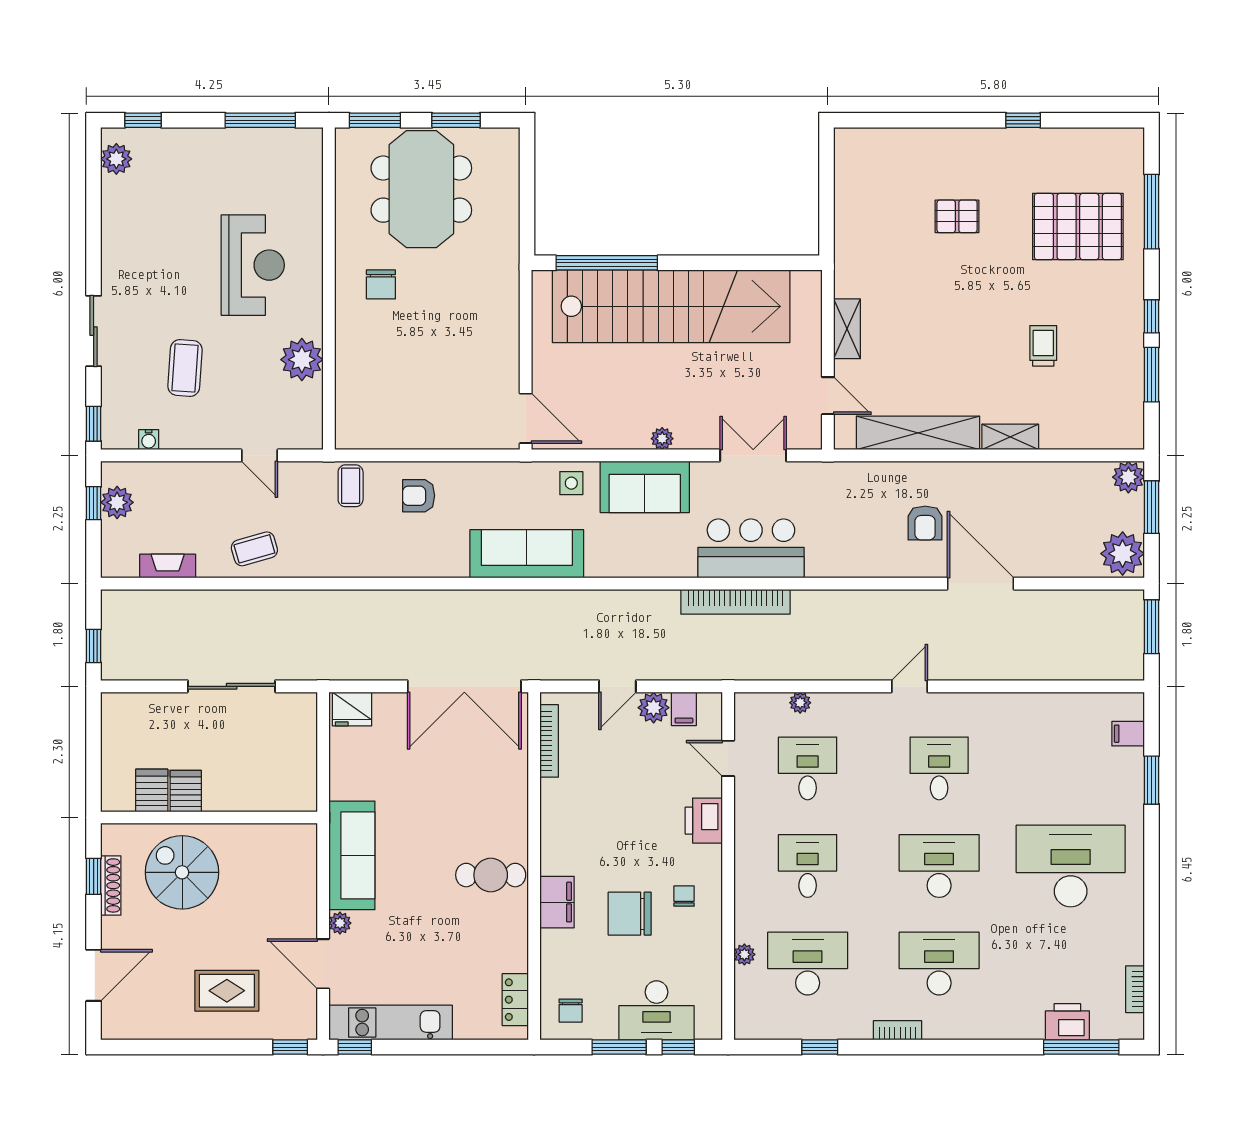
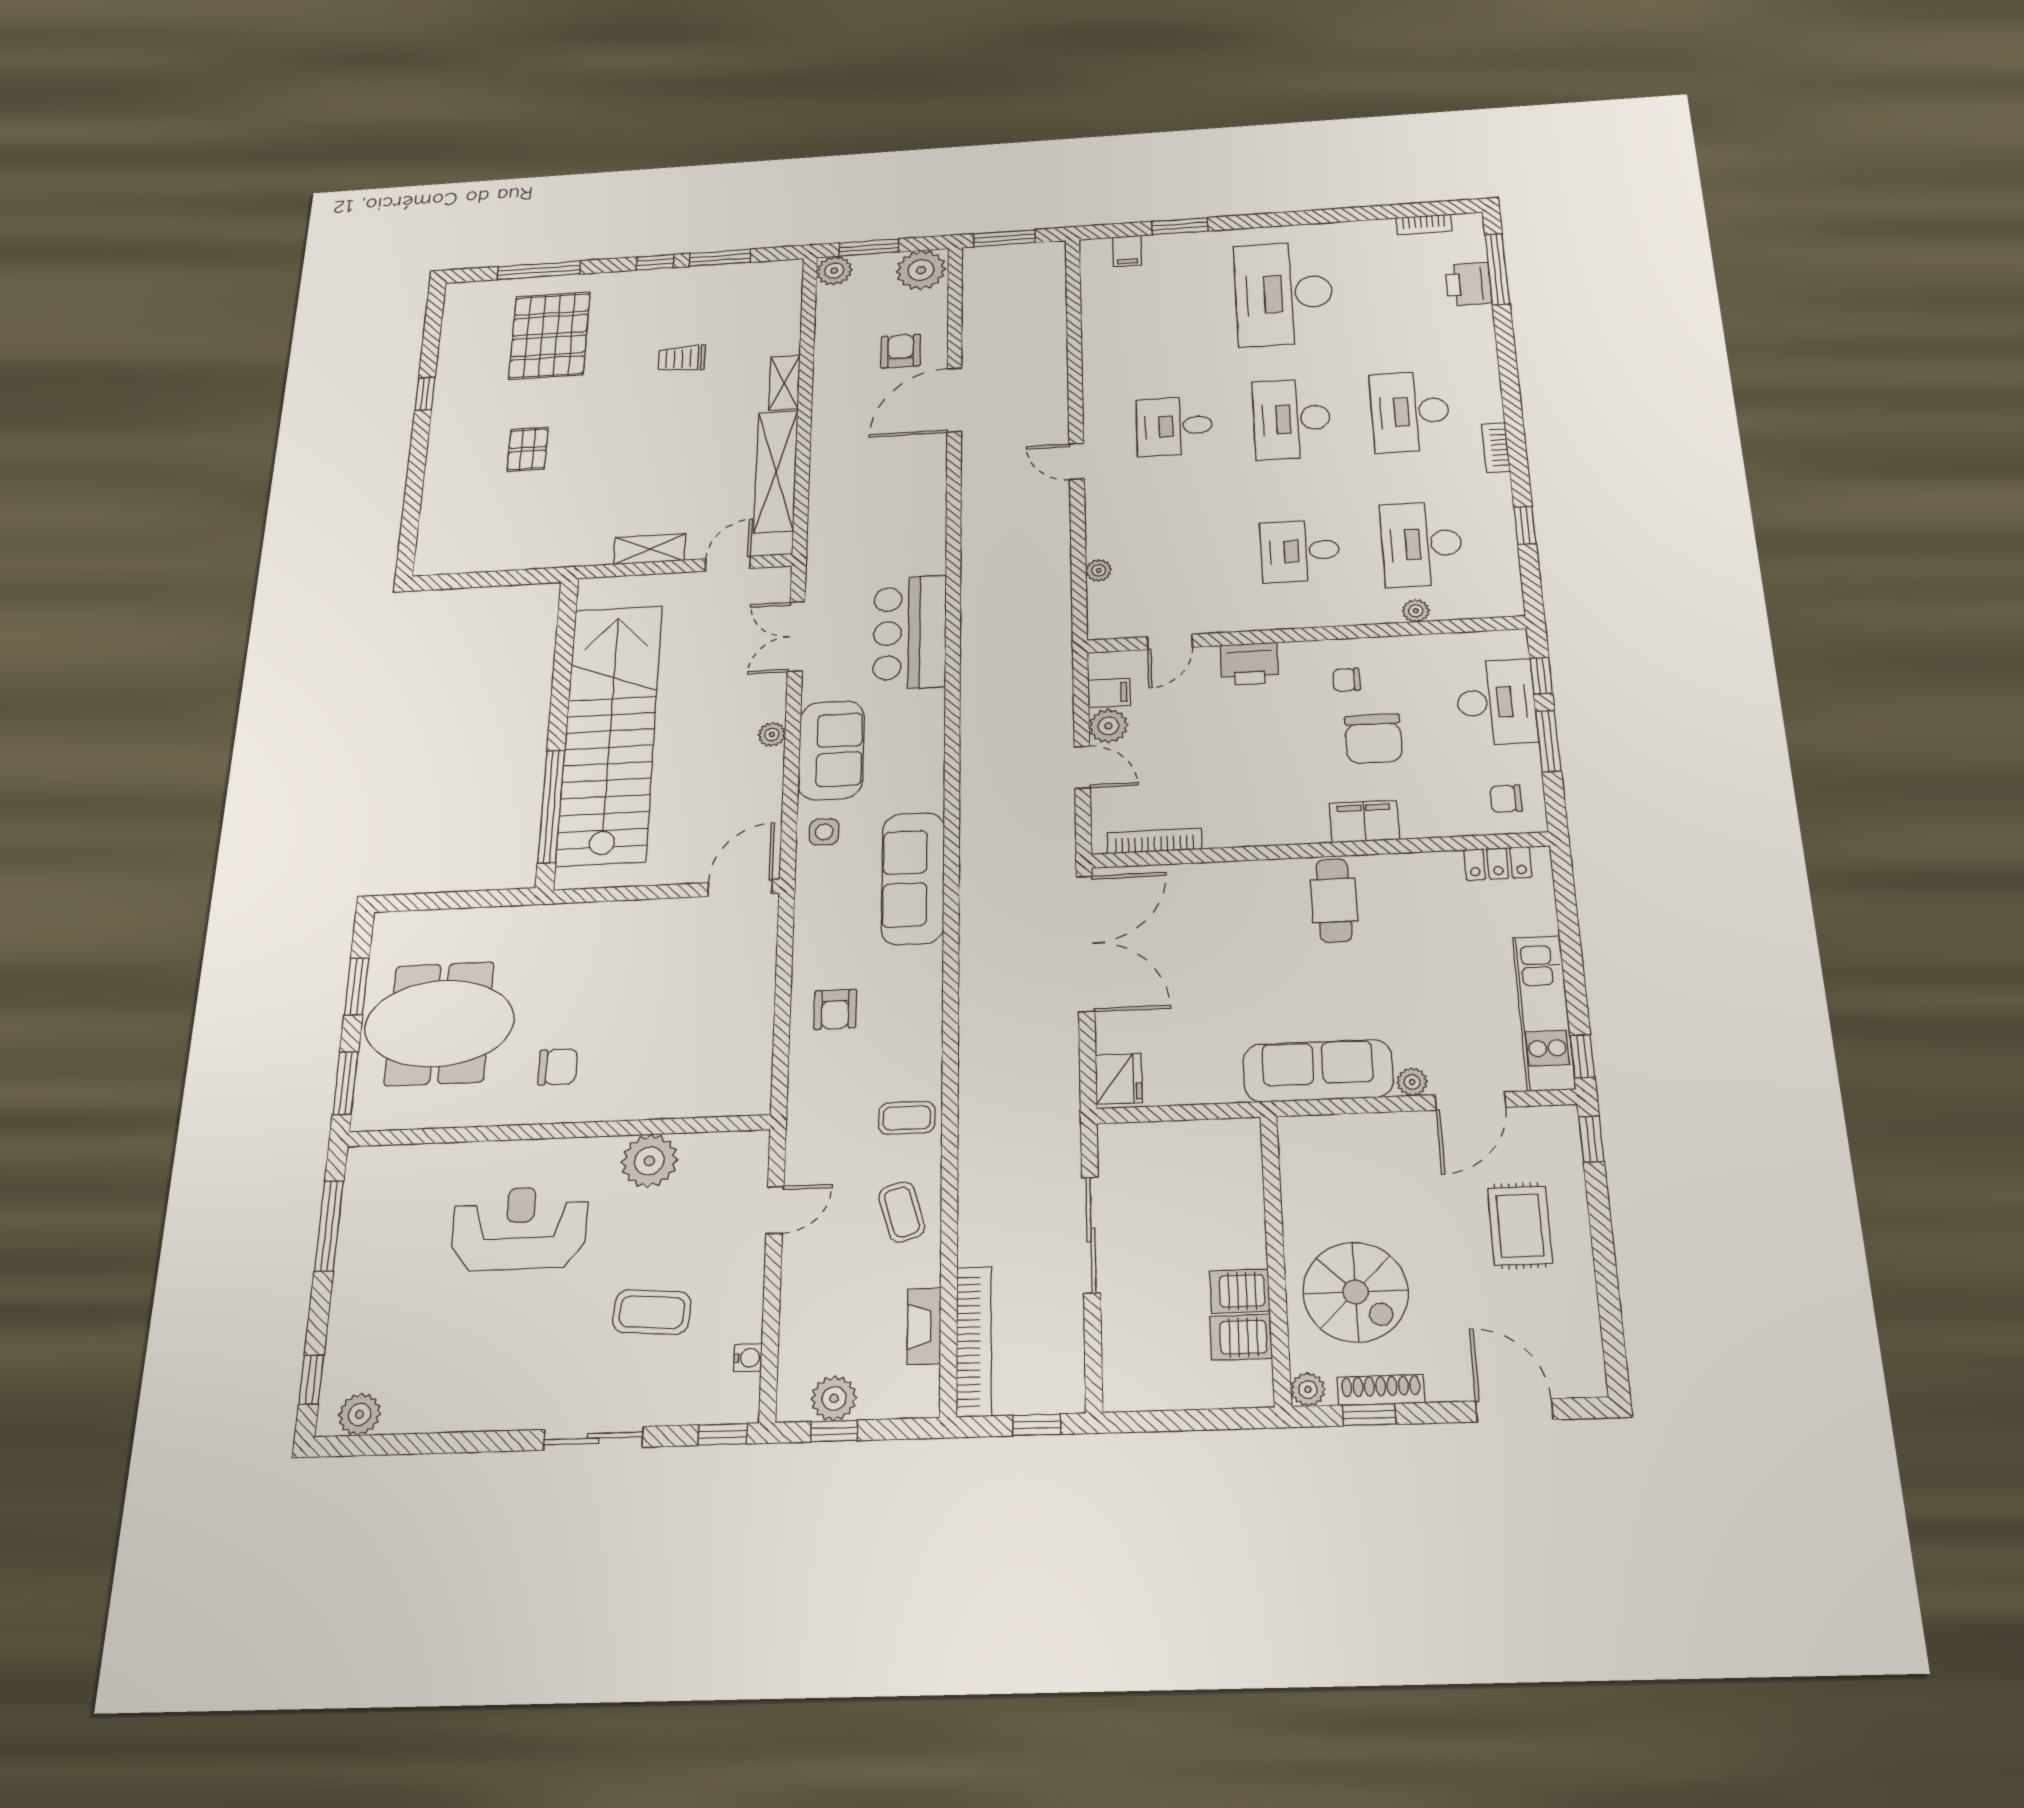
coffee table: (351, 486) -> (907, 1118), moved
armchair: (925, 523) -> (901, 351), moved, turned -90
bookcase: (735, 602) -> (974, 1341), moved
desk: (808, 768) -> (1179, 558), removed
plant: (113, 835) -> (1308, 1389), added
spiral stairs: (182, 872) -> (1355, 1292), turned -90
chair: (571, 1011) -> (1506, 799), turned 180

